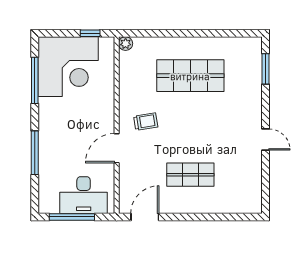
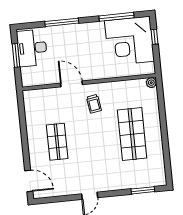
window: (90, 33) -> (155, 37), moved
desk: (84, 195) -> (32, 48), moved
window: (72, 217) -> (16, 55), width x0.69
door: (145, 217) -> (29, 181), moved

